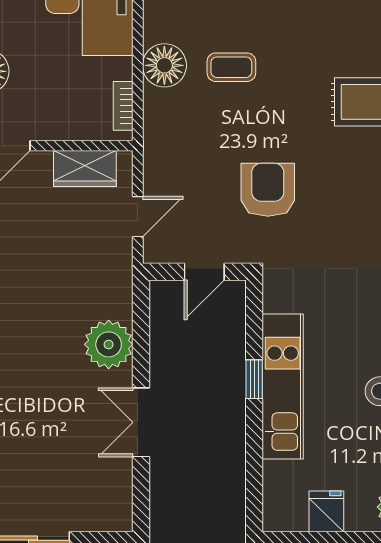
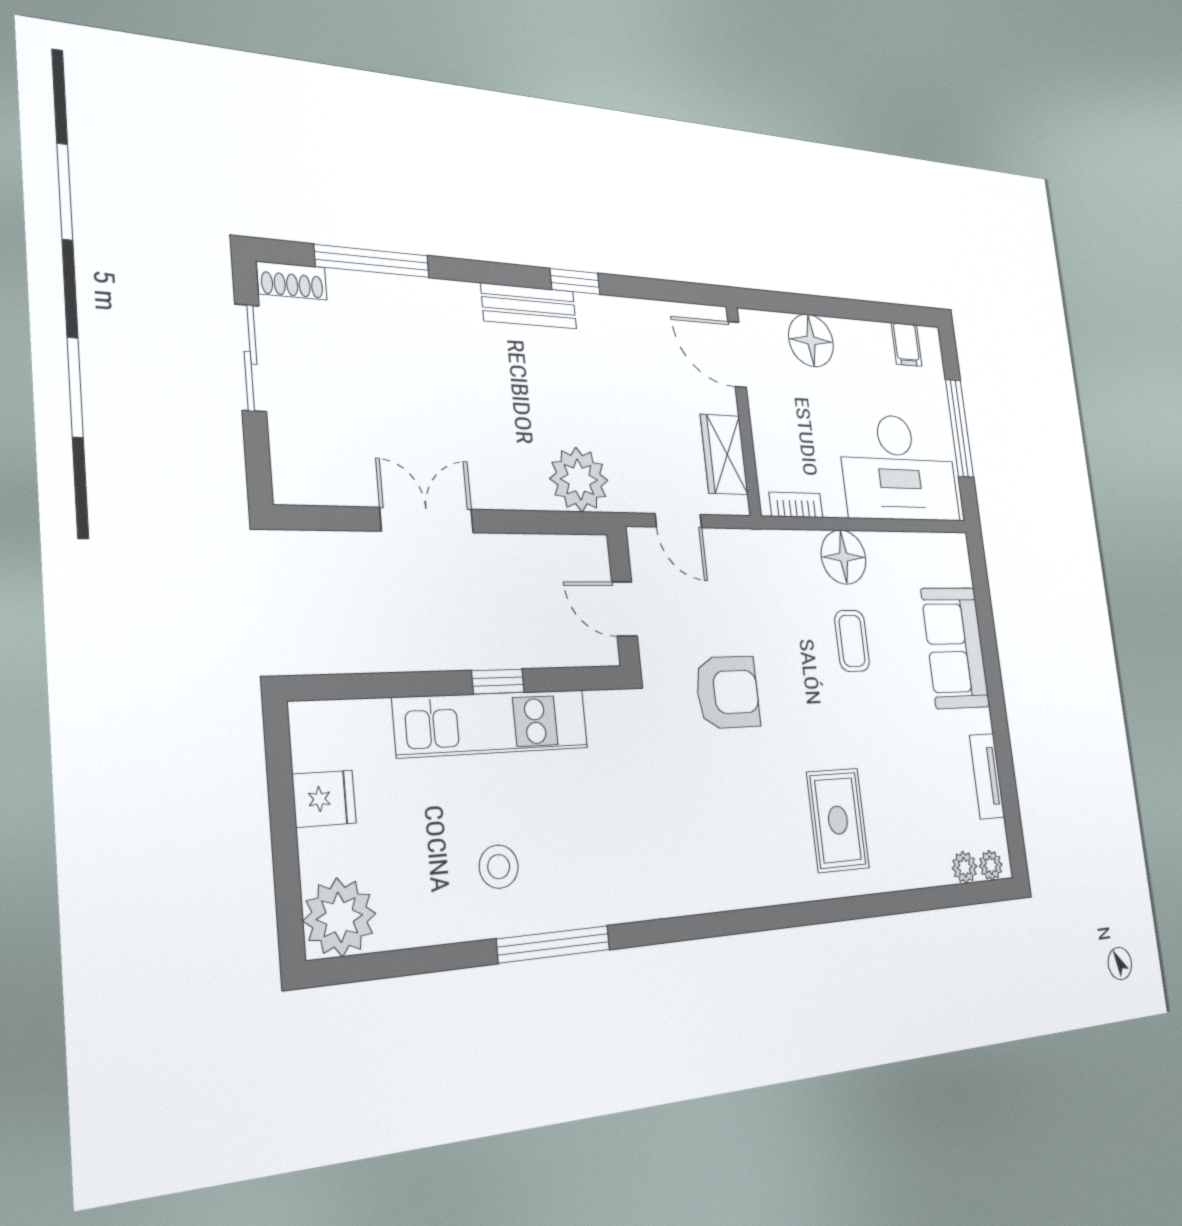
plant: (109, 344) -> (579, 480), moved

